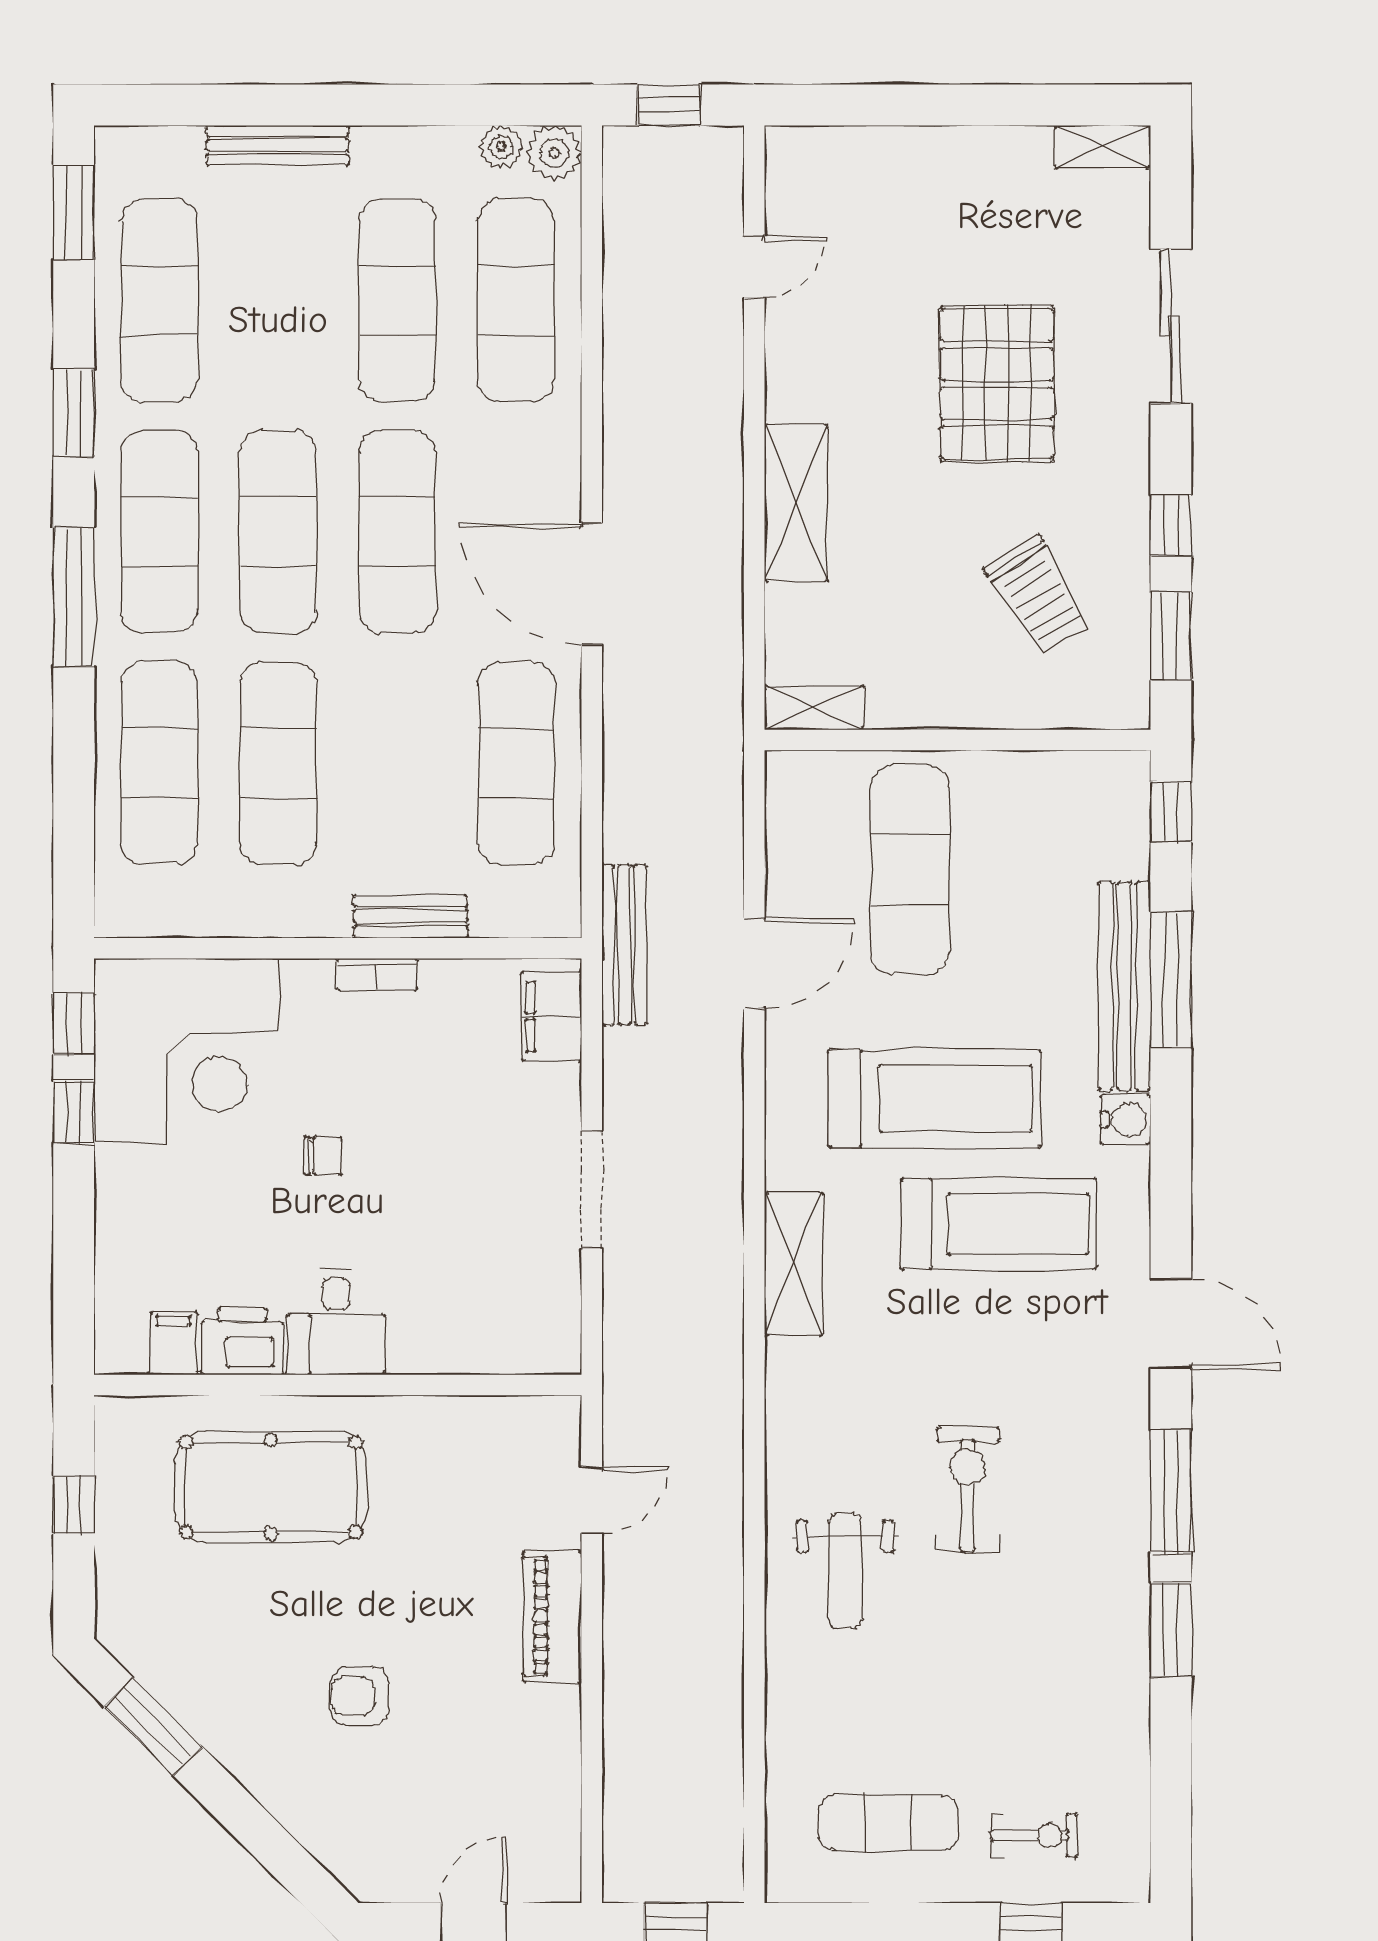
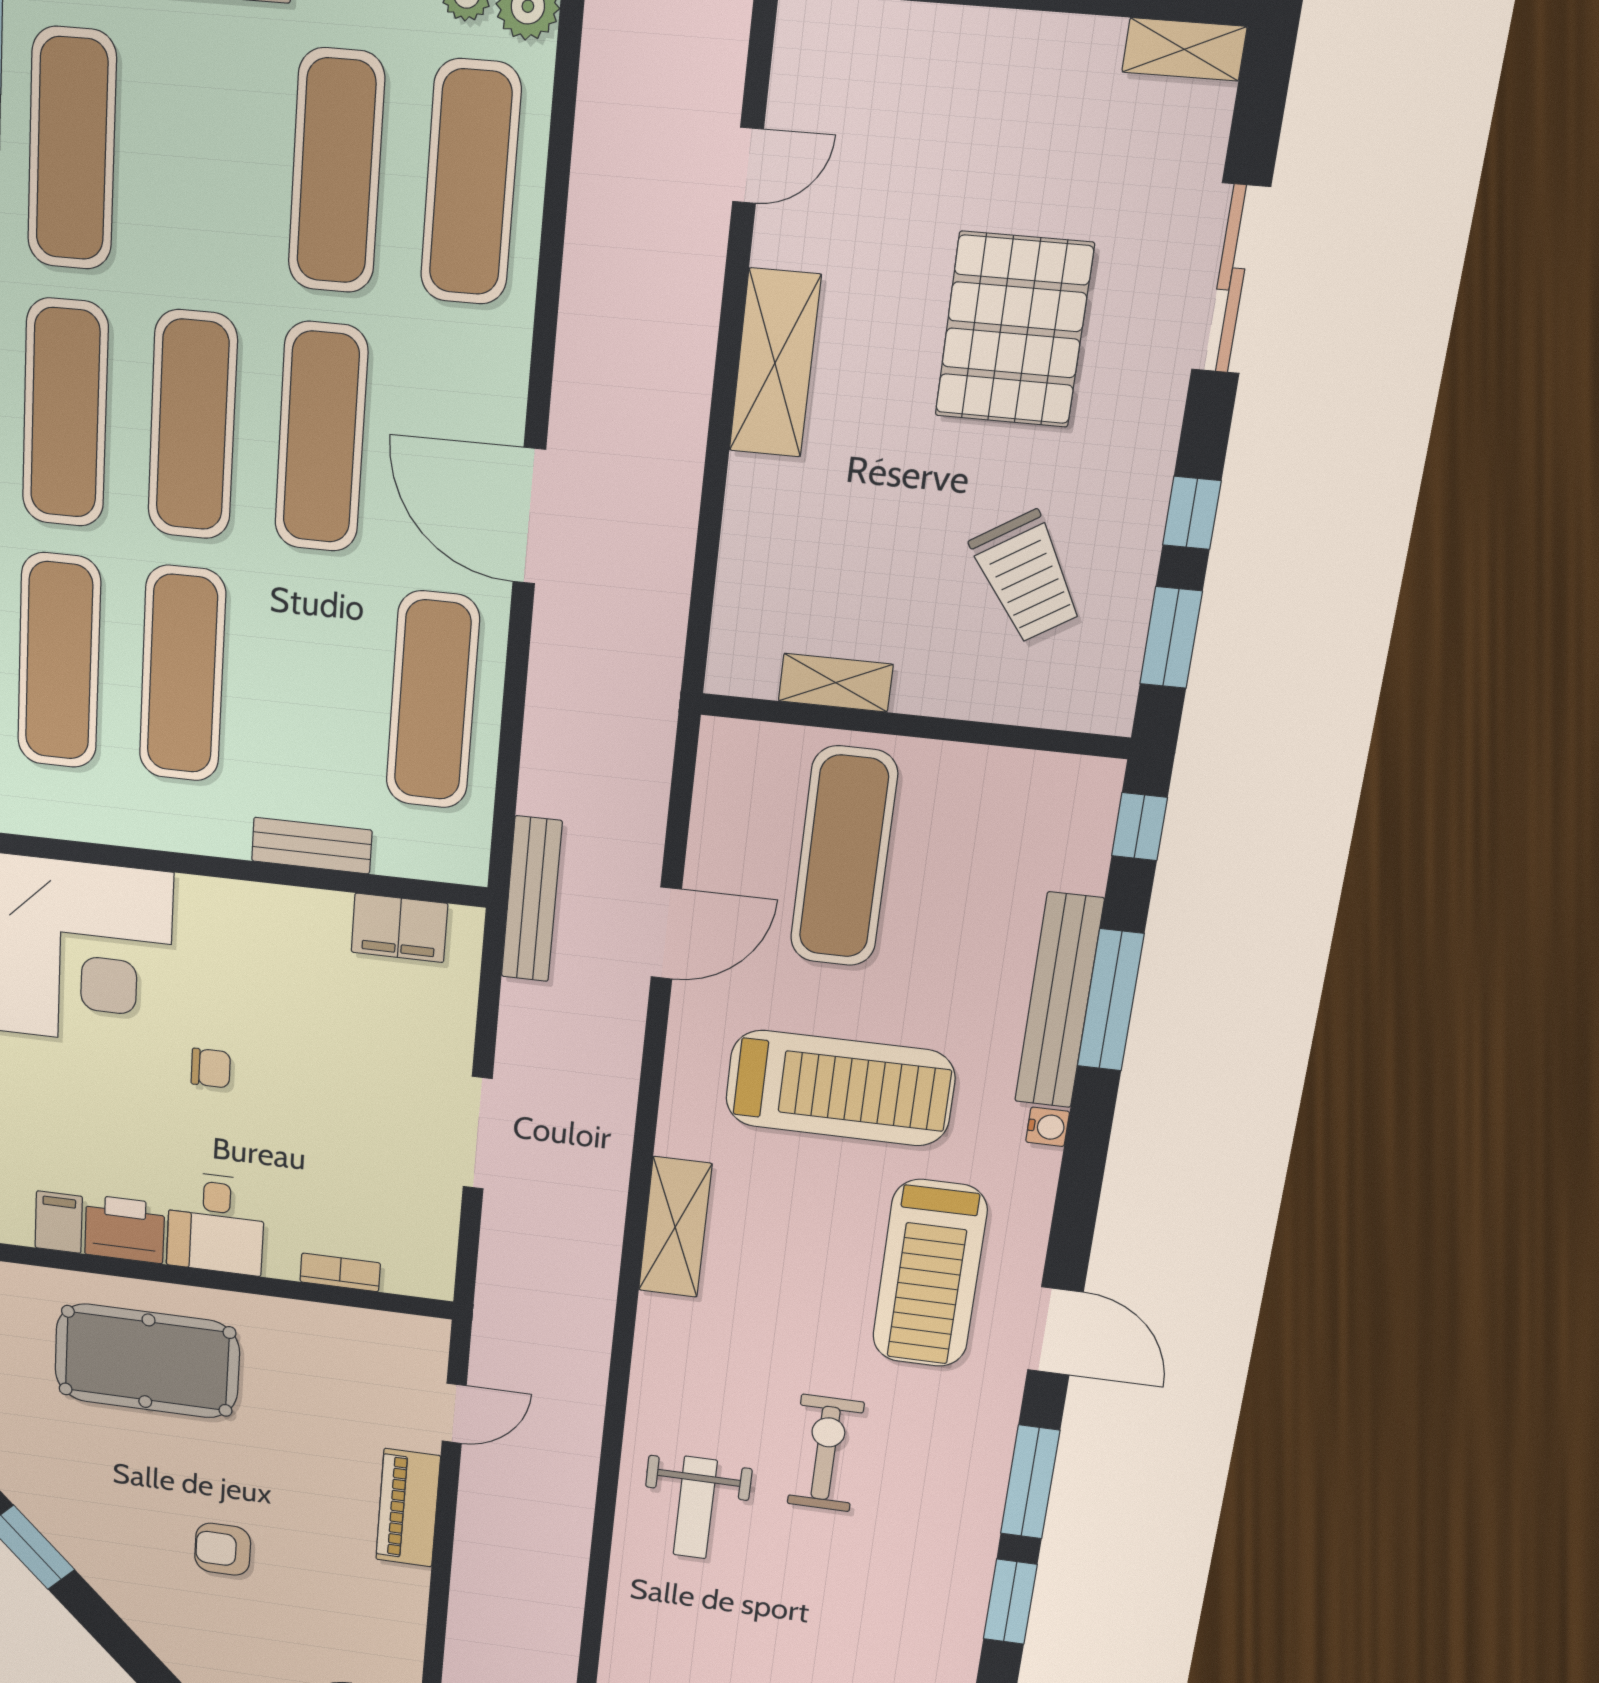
shelving: (796, 503) -> (775, 363), moved
shelving: (814, 708) -> (836, 683), moved
bookcase: (377, 974) -> (340, 1272), moved, turned 180
filing cabinet: (552, 1016) -> (399, 928), moved, turned -90
water cooler: (1126, 1120) -> (1048, 1127), width x0.72, depth x0.72
treadmill: (999, 1224) -> (930, 1274), moved, turned 90

